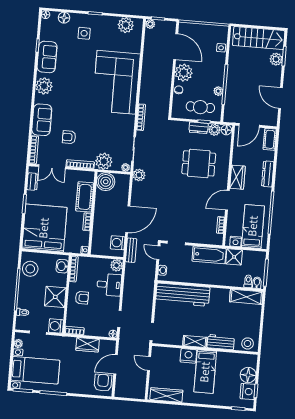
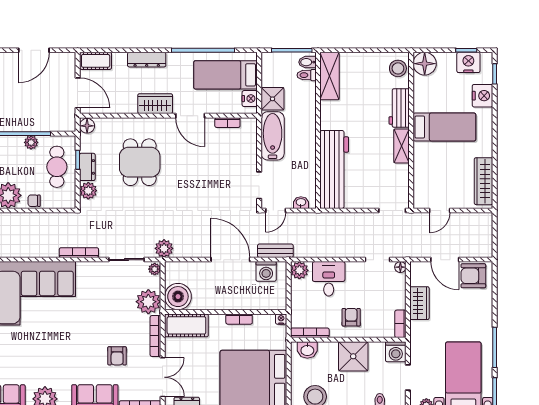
plant: (215, 130) -> (88, 191), moved
cot: (85, 197) -> (186, 325), moved
nightstand: (188, 356) -> (482, 96), moved, turned 180
floor lamp: (248, 375) -> (425, 64), moved

